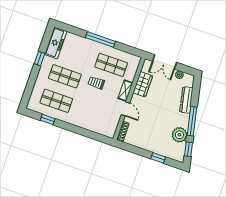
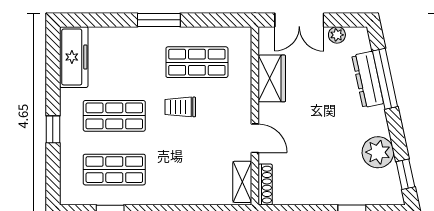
window: (100, 40) -> (159, 20), width x0.69
window: (40, 59) -> (53, 129), moved
shelving: (125, 91) -> (242, 182), moved
window: (192, 121) -> (385, 79), moved

